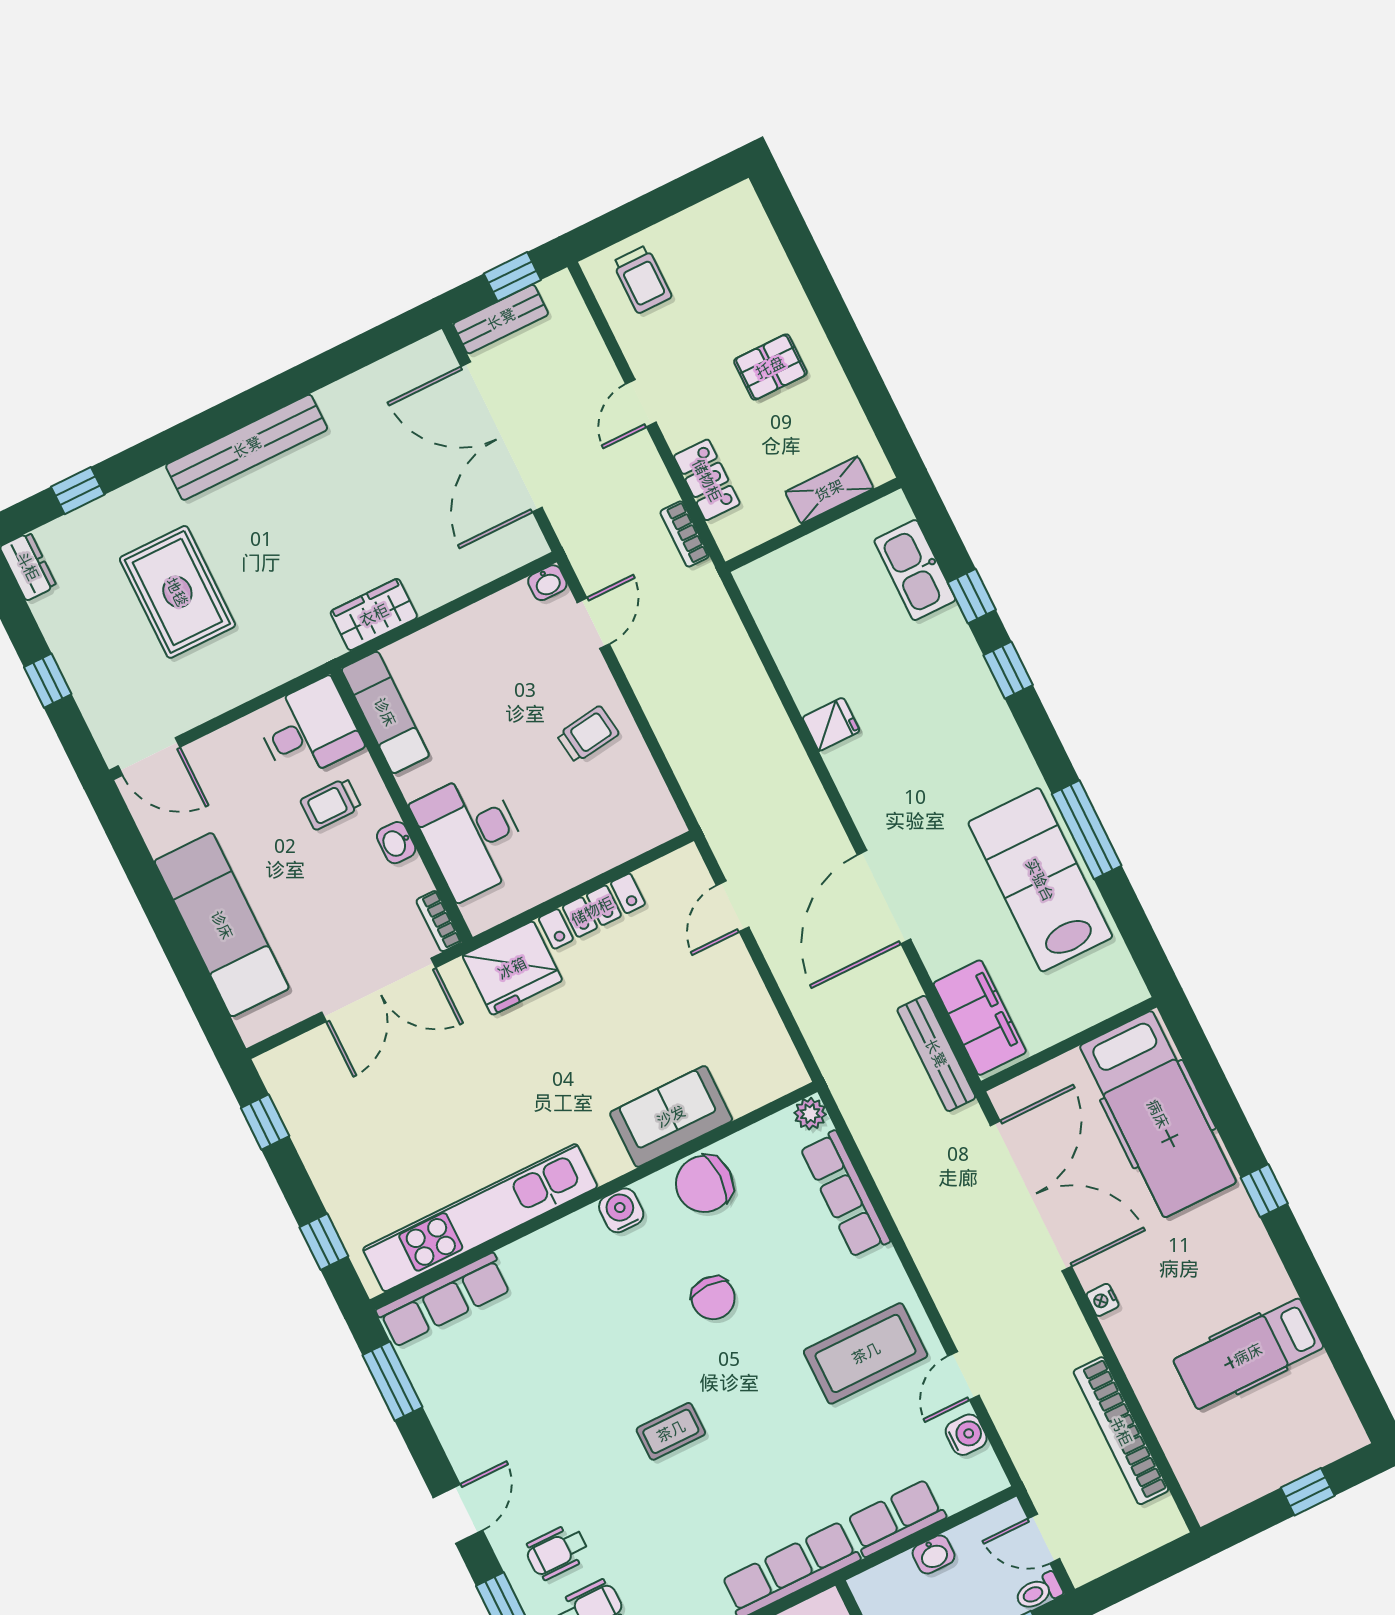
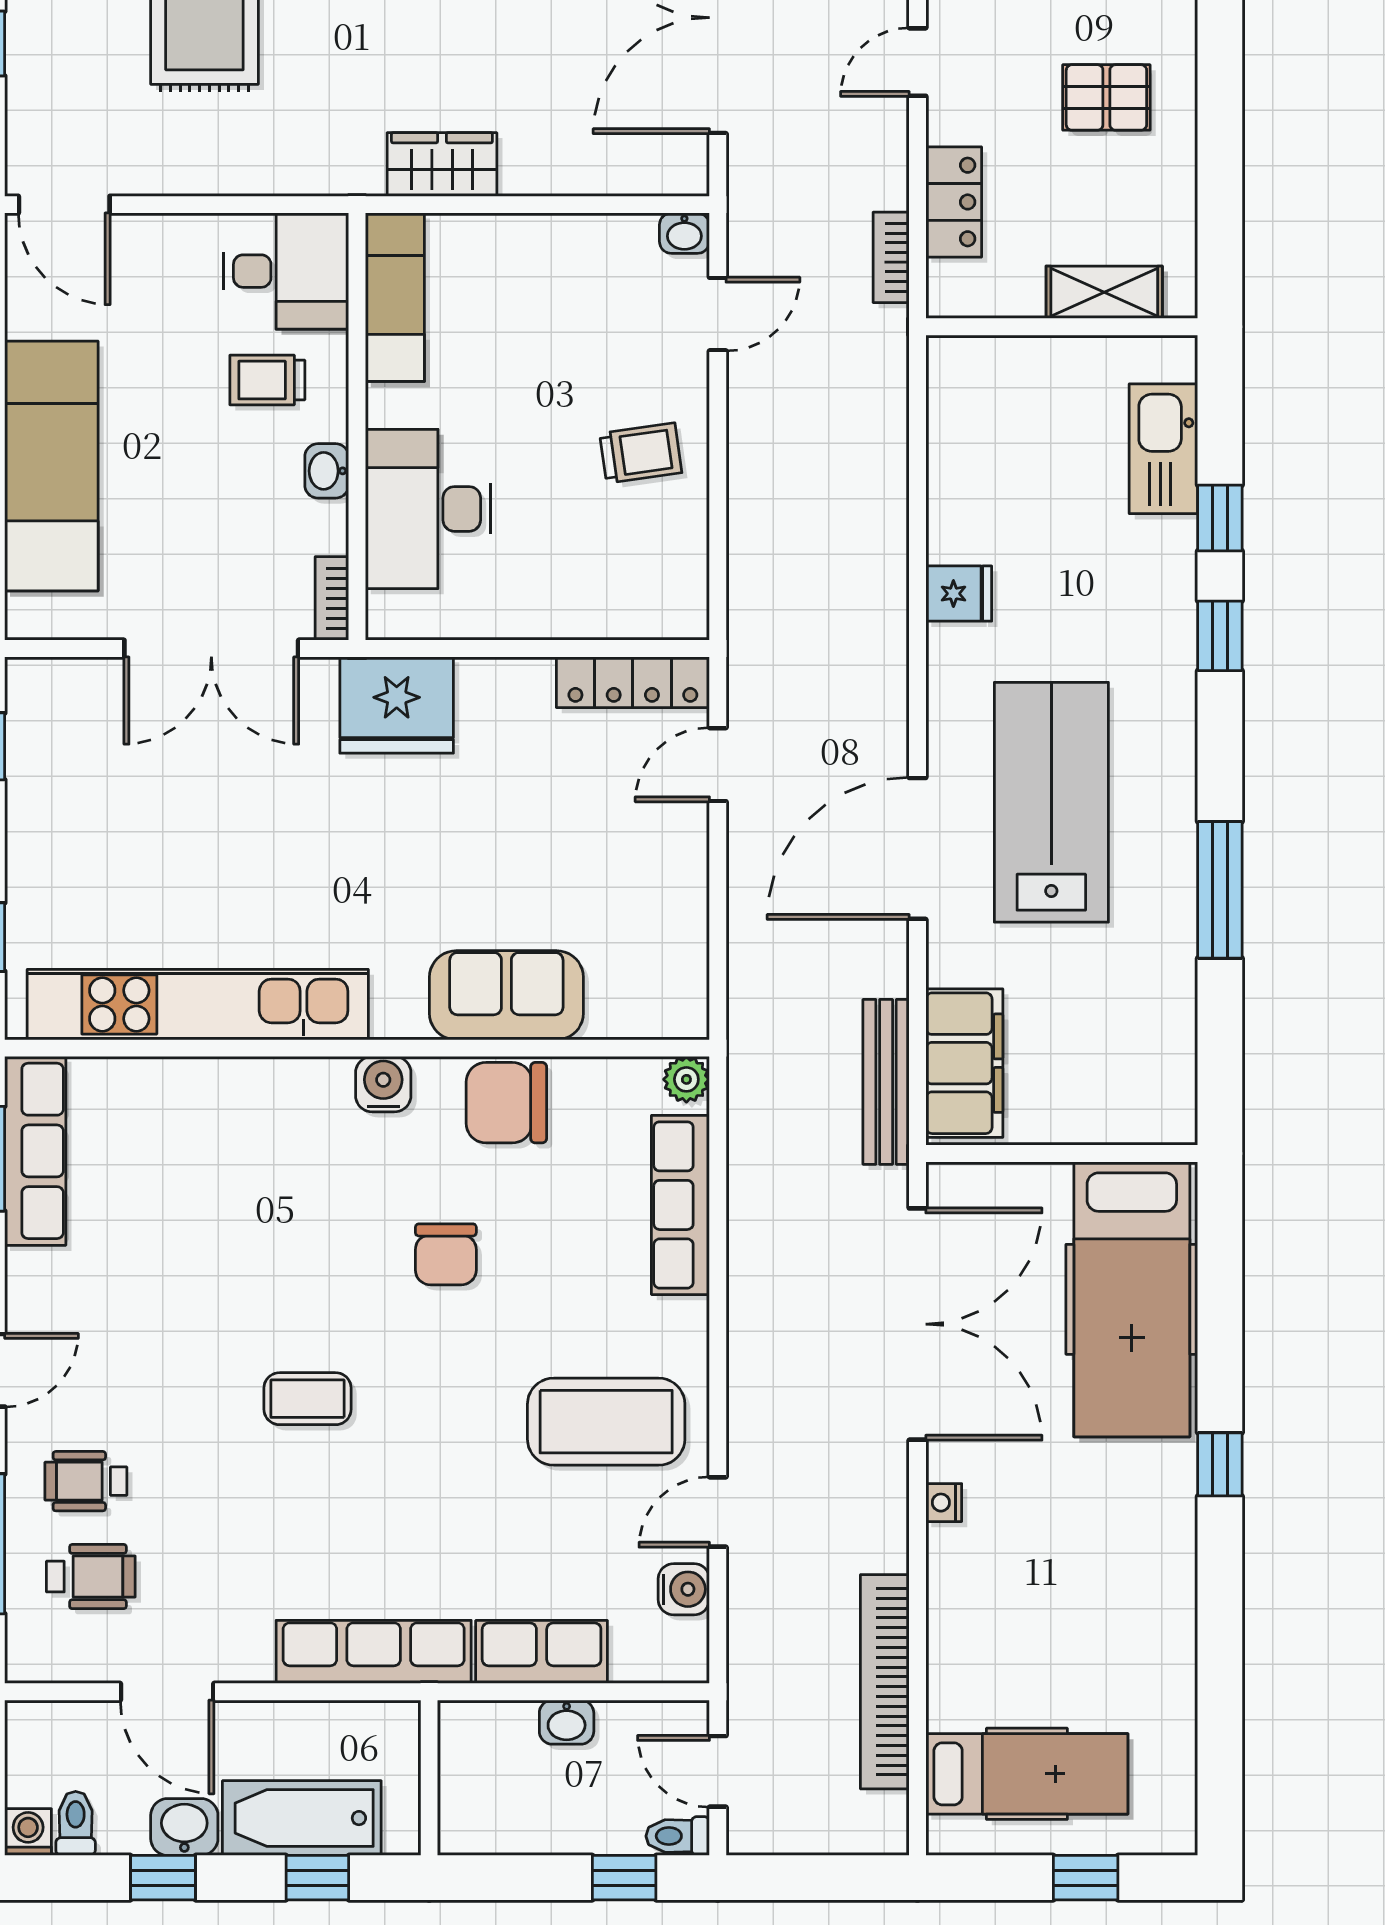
lab bench: (1040, 880) -> (1051, 802), moved
locker: (592, 911) -> (633, 682), moved
row of seats: (444, 1300) -> (35, 1151), moved, turned -90
hospital bed: (1248, 1354) -> (1027, 1774), moved, turned 180

